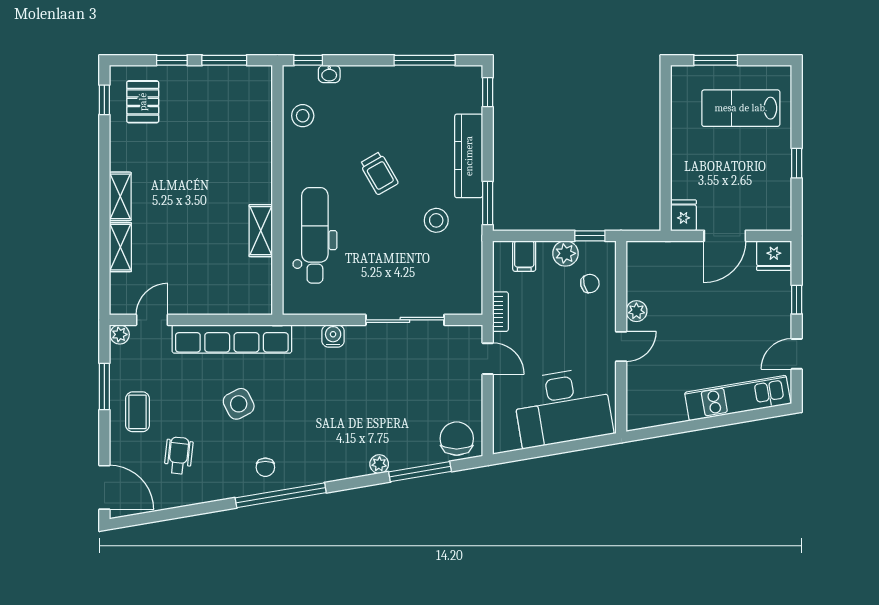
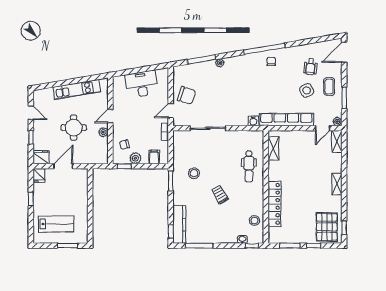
pallet: (143, 102) -> (327, 227), width x1.50, depth x1.42
locker: (258, 152) -> (274, 204), added
kitchen counter: (469, 156) -> (179, 224), moved
fridge: (684, 215) -> (39, 175), moved
shelving: (261, 231) -> (273, 148), moved
dental chair: (315, 235) -> (249, 166), width x0.73, depth x0.72
shelving: (120, 247) -> (337, 142), moved
round table: (702, 321) -> (74, 128), added
water cooler: (333, 336) -> (253, 121), moved
door: (797, 354) -> (31, 113), hinge flipped
door: (488, 359) -> (171, 111), hinge flipped
kitchen unit: (738, 398) -> (77, 89), moved
side table: (239, 404) -> (307, 90), moved
desk: (563, 407) -> (142, 84), width x0.73, depth x0.77
chair: (457, 439) -> (187, 95), moved, turned -72
door: (104, 487) -> (344, 52), hinge flipped

